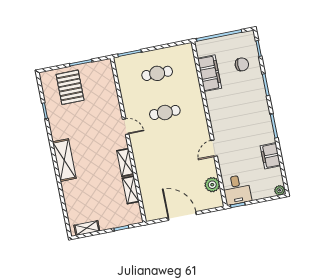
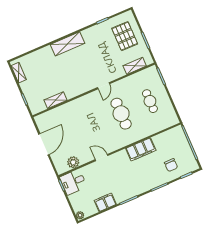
filing cabinet: (209, 73) -> (141, 149), moved
pallet: (70, 87) -> (125, 36), turned 90
cafe table: (165, 112) -> (121, 114), width x1.37, depth x1.35
shelving: (125, 162) -> (135, 66), moved

